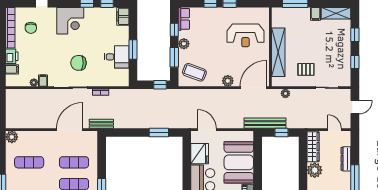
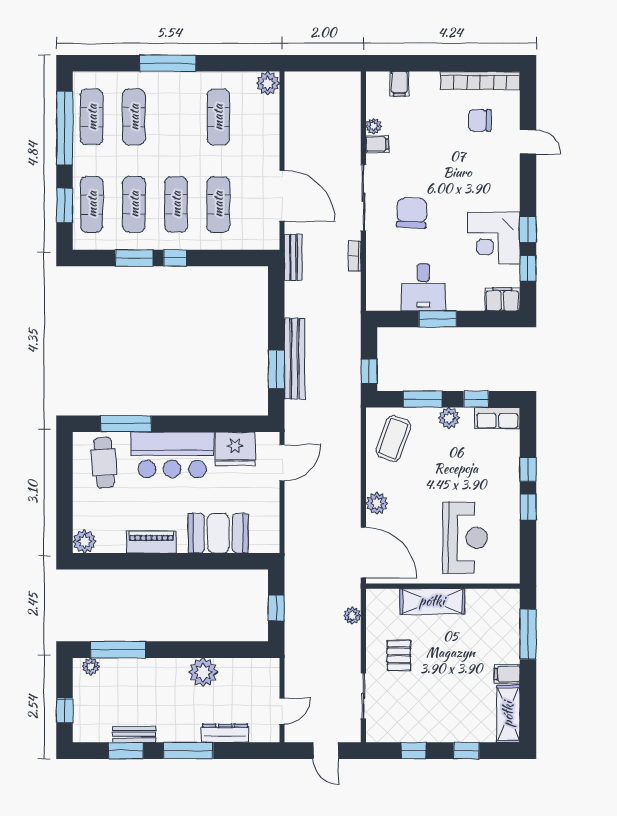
corner desk: (70, 21) -> (494, 238), moved
reception desk: (245, 35) -> (465, 538), turned 180
shelving: (278, 52) -> (432, 601), width x0.68
printer: (12, 56) -> (425, 83), removed
bench: (265, 123) -> (295, 359), moved
wardrobe: (313, 147) -> (249, 669), removed
booth: (239, 162) -> (218, 533), width x0.73, depth x0.70

